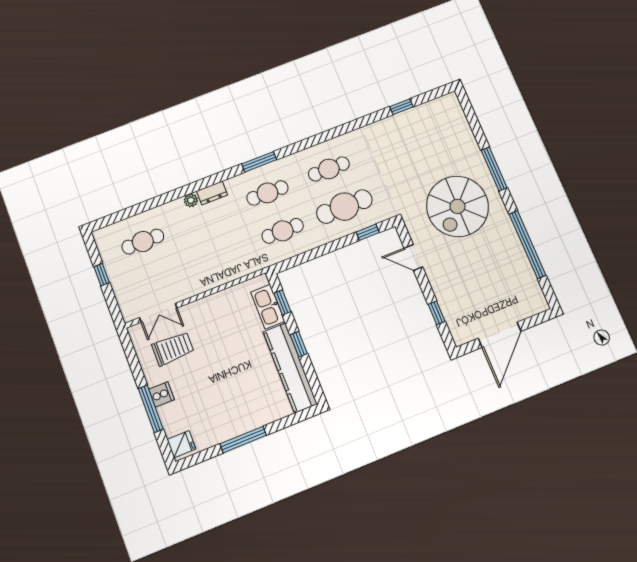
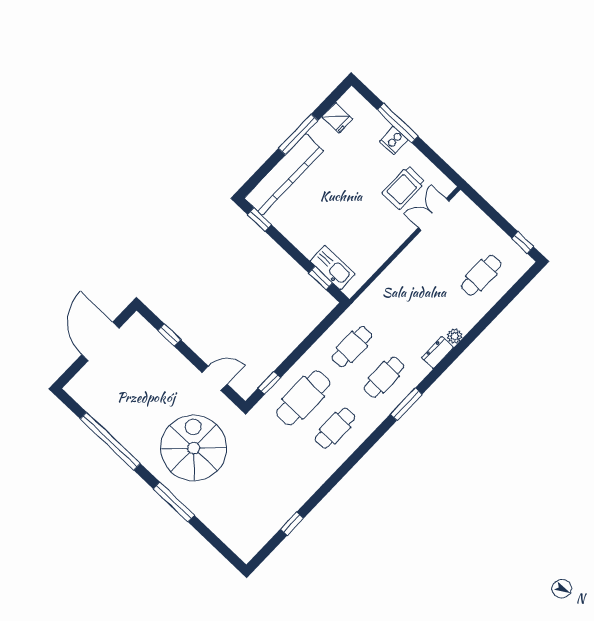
window: (102, 275) -> (523, 243), moved
window: (299, 344) -> (259, 220), moved
kitchen counter: (290, 368) -> (284, 174), moved, turned 90
fridge: (181, 444) -> (337, 118), moved, turned -90

